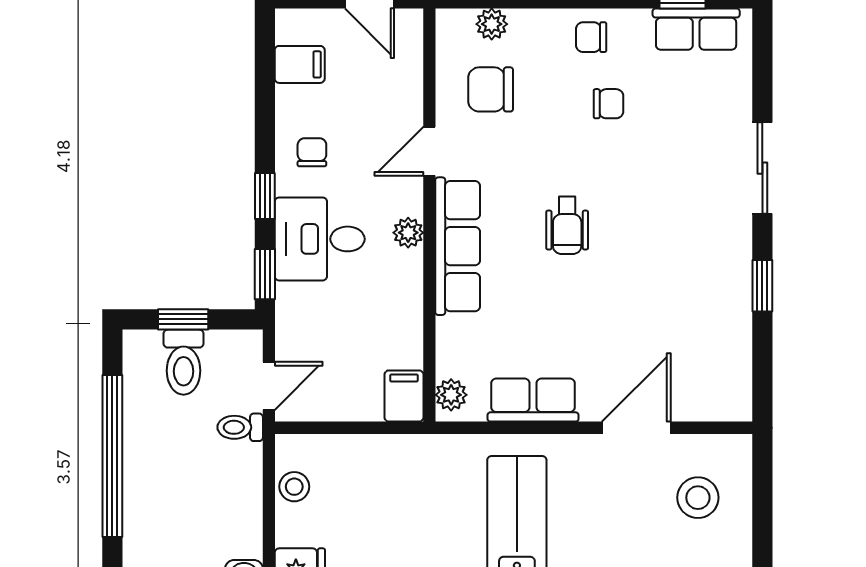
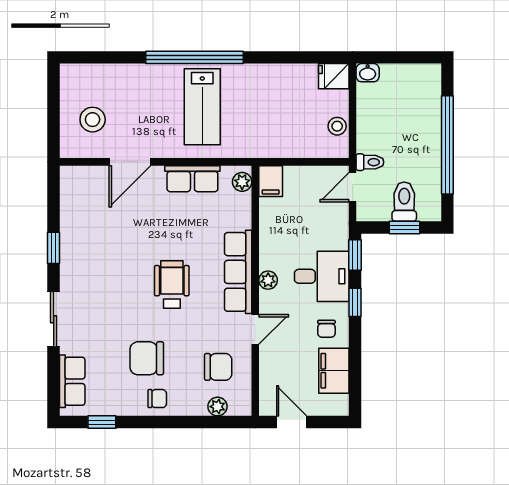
row of seats: (696, 29) -> (72, 381), moved, turned 90
filing cabinet: (300, 64) -> (334, 371), width x2.00
chair: (608, 104) -> (147, 358), width x1.87, depth x1.87
wheelchair: (567, 225) -> (172, 284), width x1.36, depth x1.37

